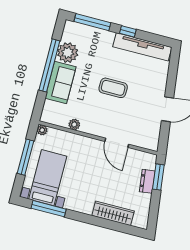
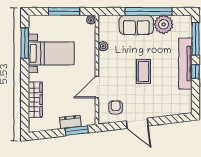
tv unit: (142, 47) -> (185, 64), moved
armchair: (144, 128) -> (116, 107), added
bed with nightstands: (48, 178) -> (51, 53), moved

